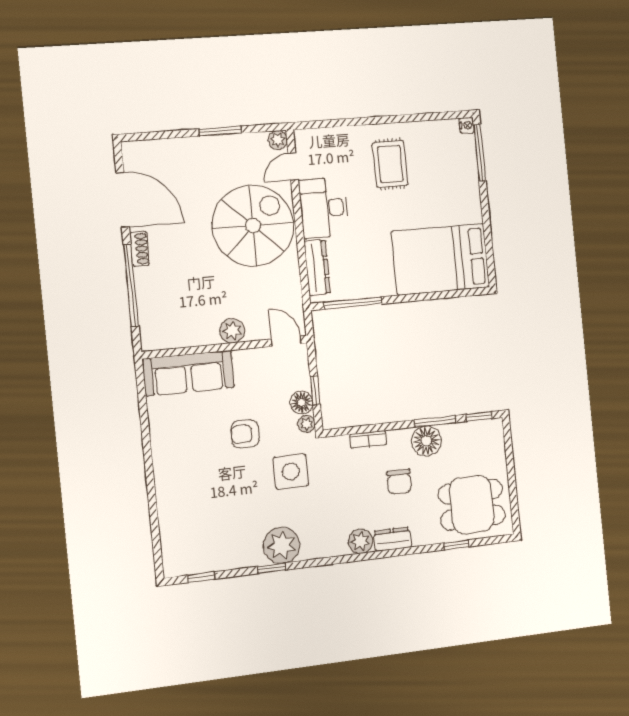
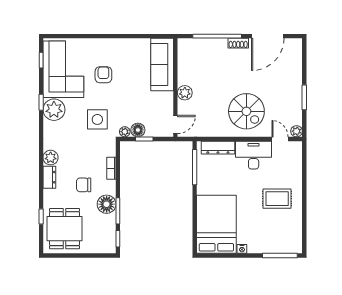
nightstand: (467, 125) -> (242, 249), moved
spiral stairs: (253, 225) -> (246, 111), width x0.73, depth x0.73
armchair: (245, 434) -> (103, 75), moved
corner sofa: (213, 538) -> (63, 69), added

